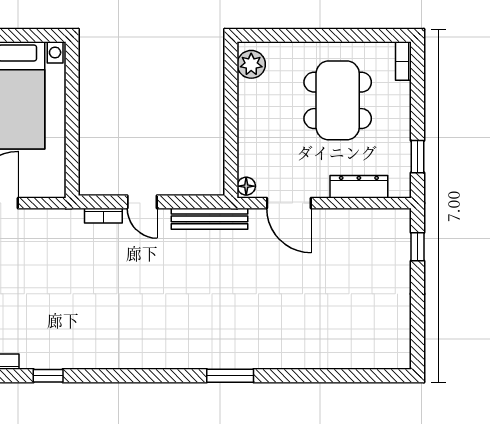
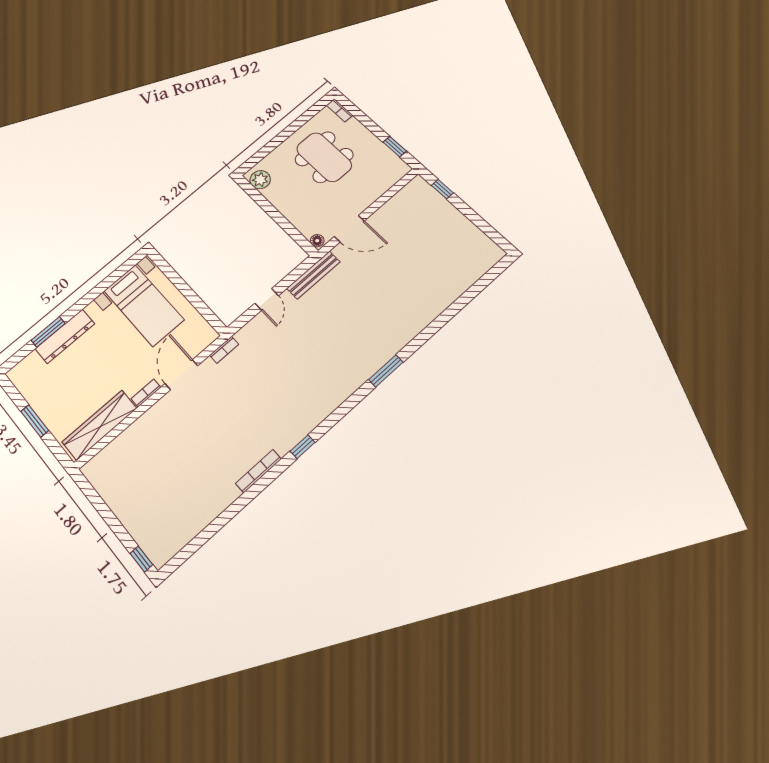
dresser: (359, 187) -> (379, 188), removed
door: (142, 202) -> (267, 299), hinge flipped
bookcase: (103, 216) -> (224, 350), moved
window: (230, 376) -> (386, 371), moved

